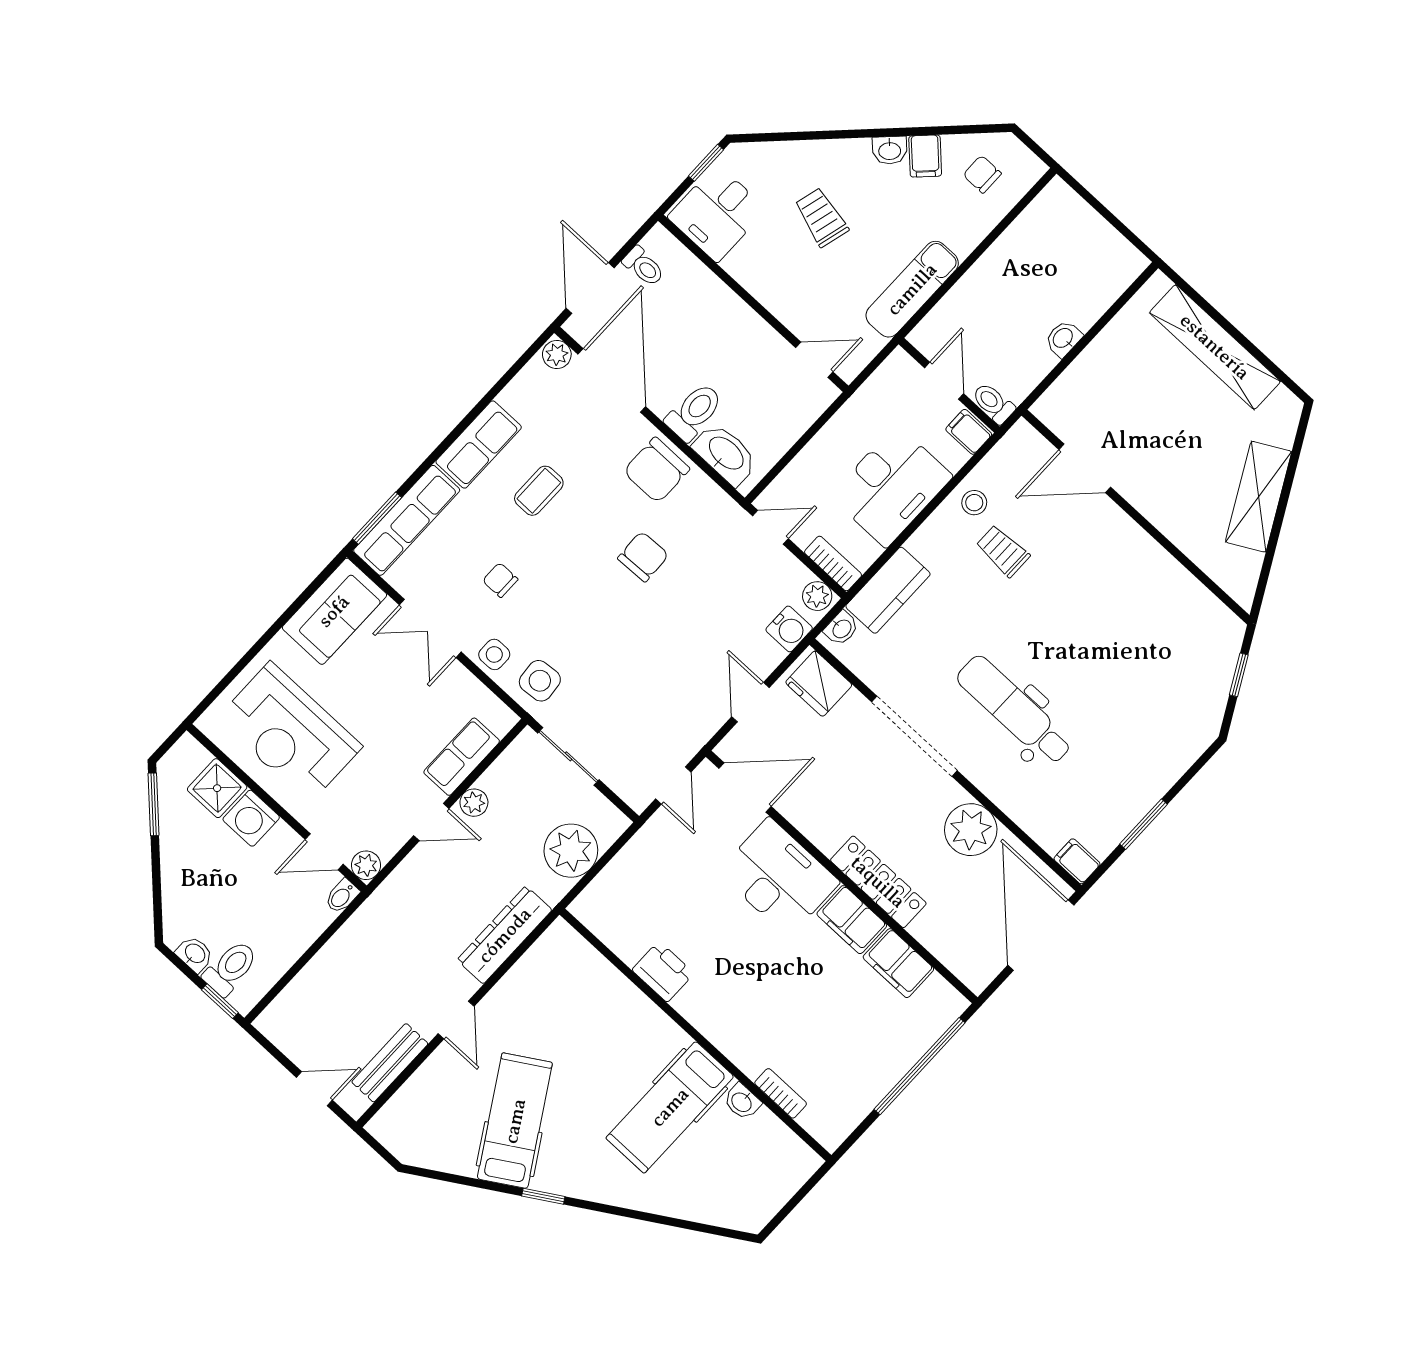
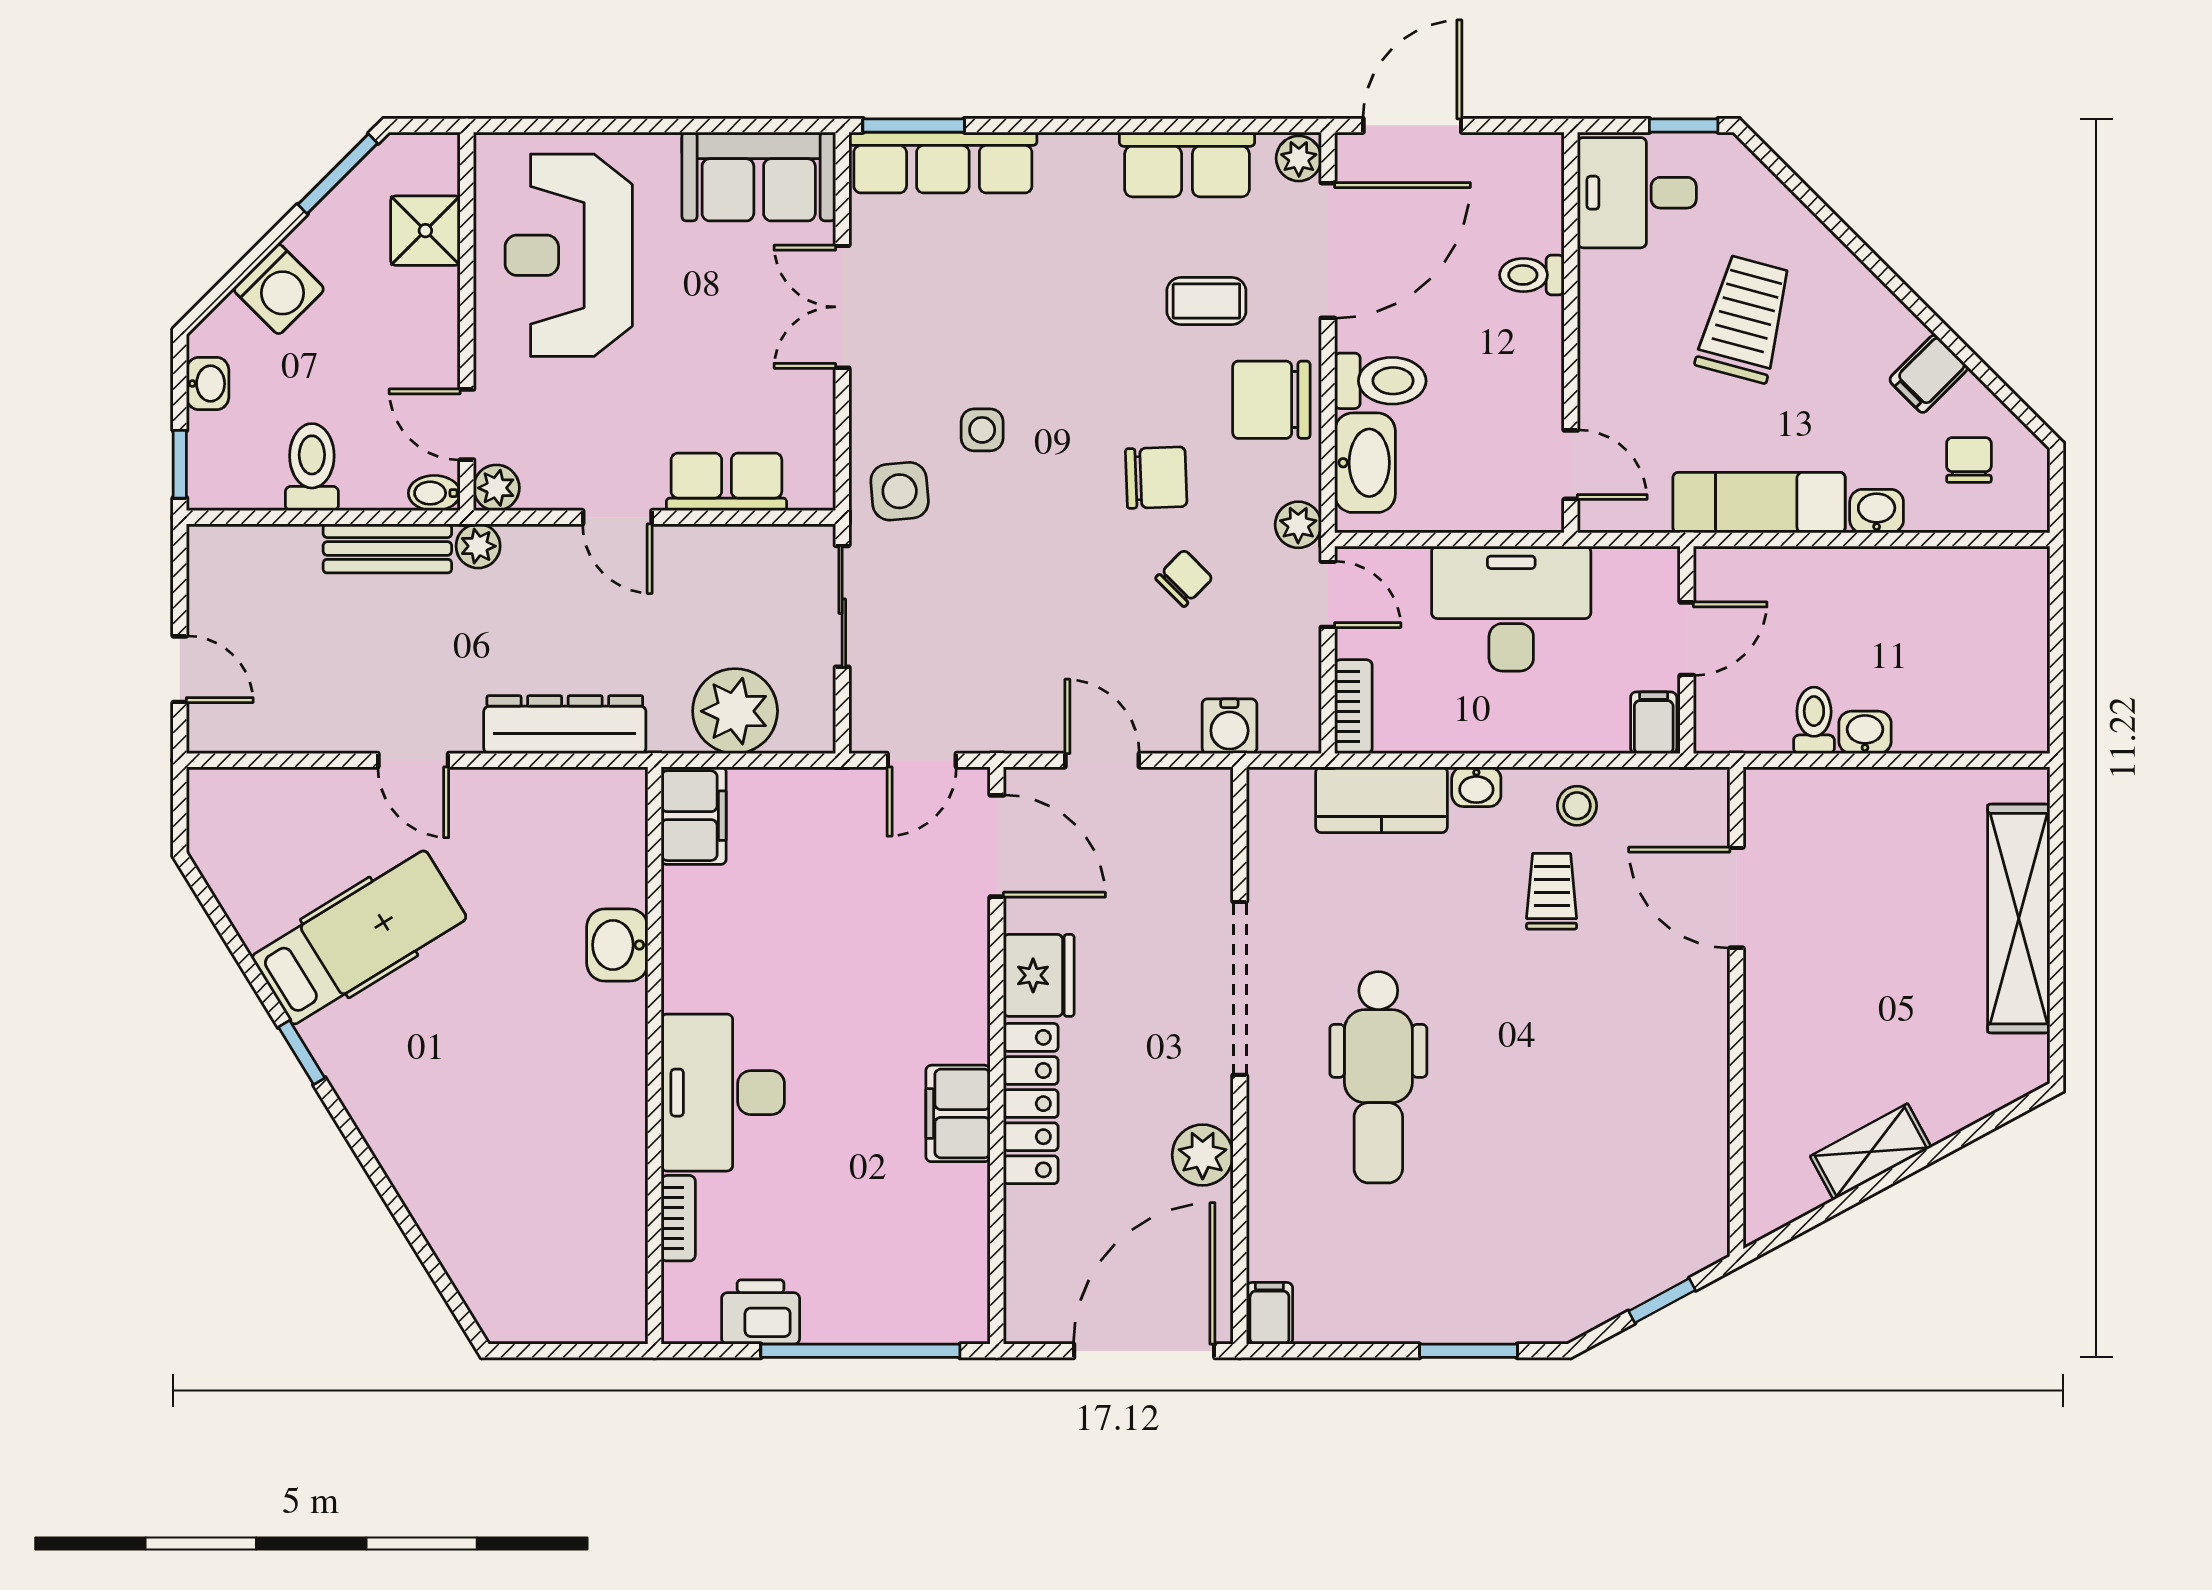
washbasin: (890, 150) -> (1877, 511), moved, turned 135
trolley: (821, 217) -> (1745, 319), width x1.36, depth x1.39
toilet: (643, 266) -> (1532, 275), moved, turned 90
toilet: (993, 403) -> (1814, 720), moved
row of seats: (479, 445) -> (1187, 164), moved
desk: (891, 486) -> (1511, 609), moved, turned 180
coffee table: (539, 491) -> (1206, 301), moved
shelving: (1259, 497) -> (1871, 1152), width x0.67, depth x0.75
chair: (500, 580) -> (1184, 578), moved, turned 45
plant: (817, 596) -> (1298, 525), moved
washbasin: (841, 628) -> (1476, 787), moved
side table: (494, 654) -> (982, 430), moved
fridge: (819, 684) -> (1039, 975), moved, turned 180
door: (750, 702) -> (1102, 760), hinge flipped
dental chair: (1015, 710) -> (1378, 1077), turned 180
plant: (474, 803) -> (478, 546), moved
washing machine: (251, 818) -> (279, 289), moved, turned -135
window: (1144, 824) -> (1468, 1351), moved
plant: (971, 830) -> (1203, 1155), width x0.73, depth x0.73
desk: (779, 877) -> (723, 1093), moved, turned 180
filing cabinet: (898, 963) -> (694, 816), moved, turned 180
toilet: (230, 968) -> (312, 467), moved, turned -90
printer: (663, 972) -> (761, 1312), moved, turned -90
door: (456, 1020) -> (413, 760), hinge flipped
bench: (390, 1063) -> (387, 548), moved
washbasin: (742, 1102) -> (617, 945), moved, width x1.38, depth x1.45
hospital bed: (670, 1107) -> (542, 1104), removed

